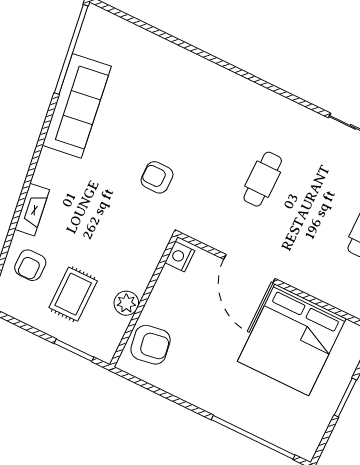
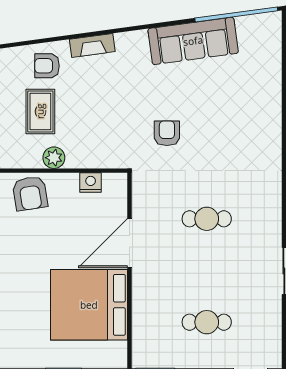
nightstand: (180, 257) -> (91, 182), moved
rug: (73, 294) -> (40, 111), turned 90

